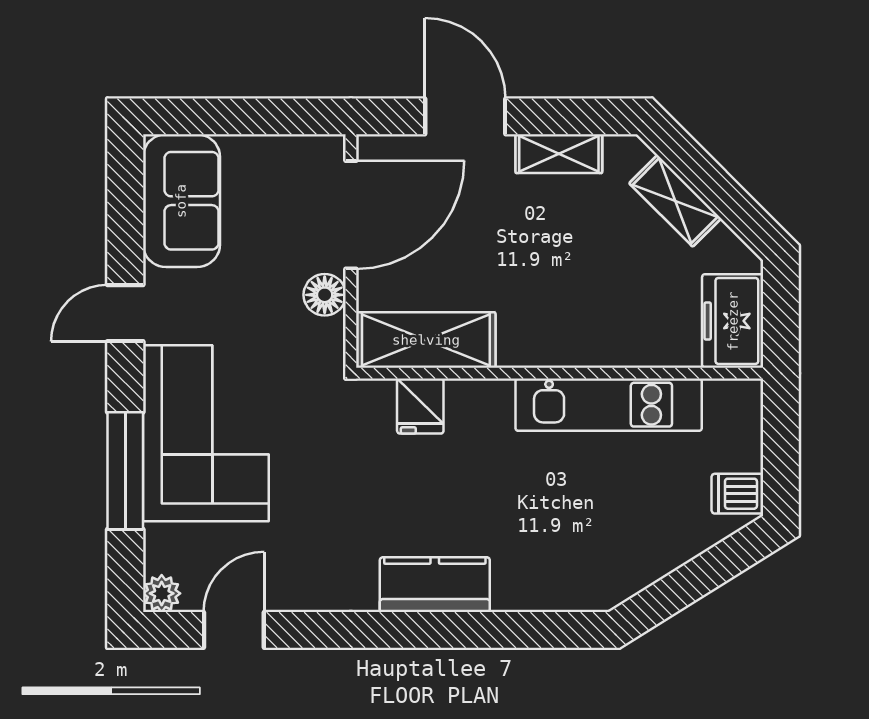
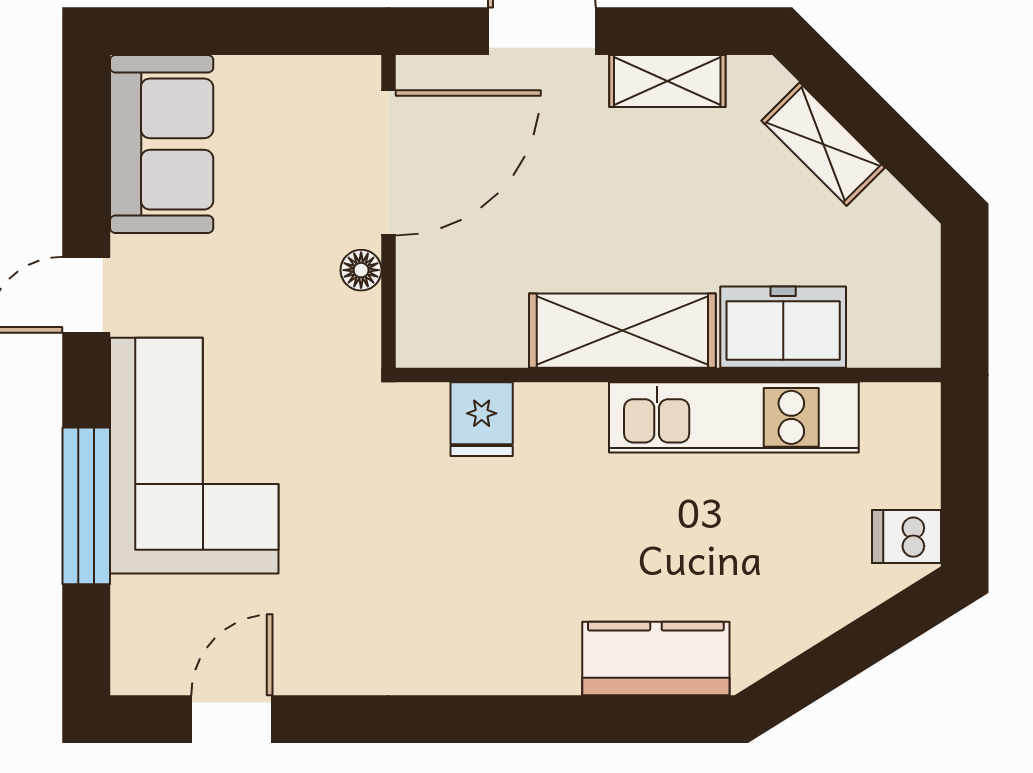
floor lamp: (325, 295) -> (361, 270), width x0.73, depth x0.73
freezer: (733, 321) -> (783, 327), moved, turned 90
shelving: (426, 340) -> (622, 331), moved
kitchen counter: (435, 585) -> (656, 658), moved
plant: (162, 593) -> (135, 670), removed

